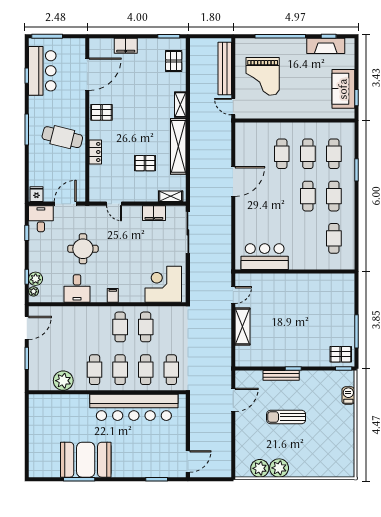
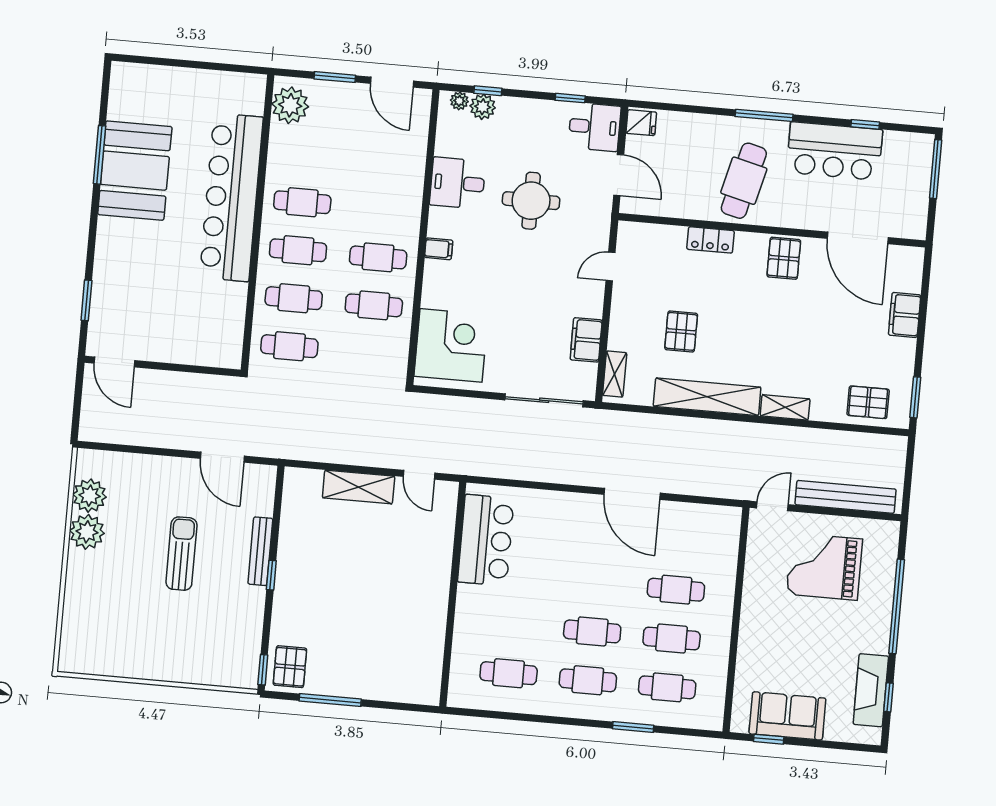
bar counter: (42, 71) -> (834, 151), moved
plant: (63, 381) -> (290, 105), moved
barbecue: (348, 396) -> (211, 674), removed
bar counter: (134, 407) -> (231, 197), moved

